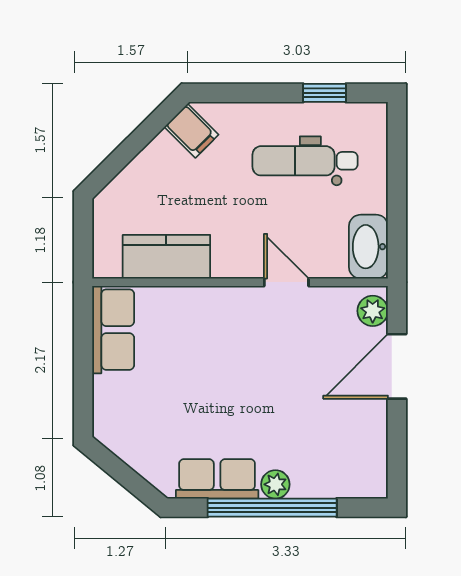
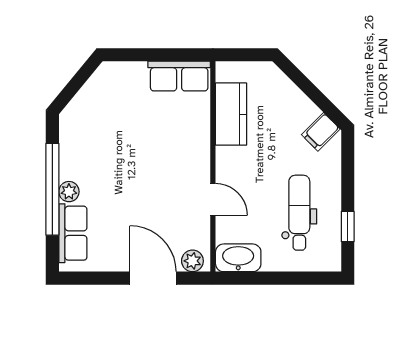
door: (286, 282) -> (213, 199), hinge flipped
row of seats: (217, 479) -> (73, 233), moved

